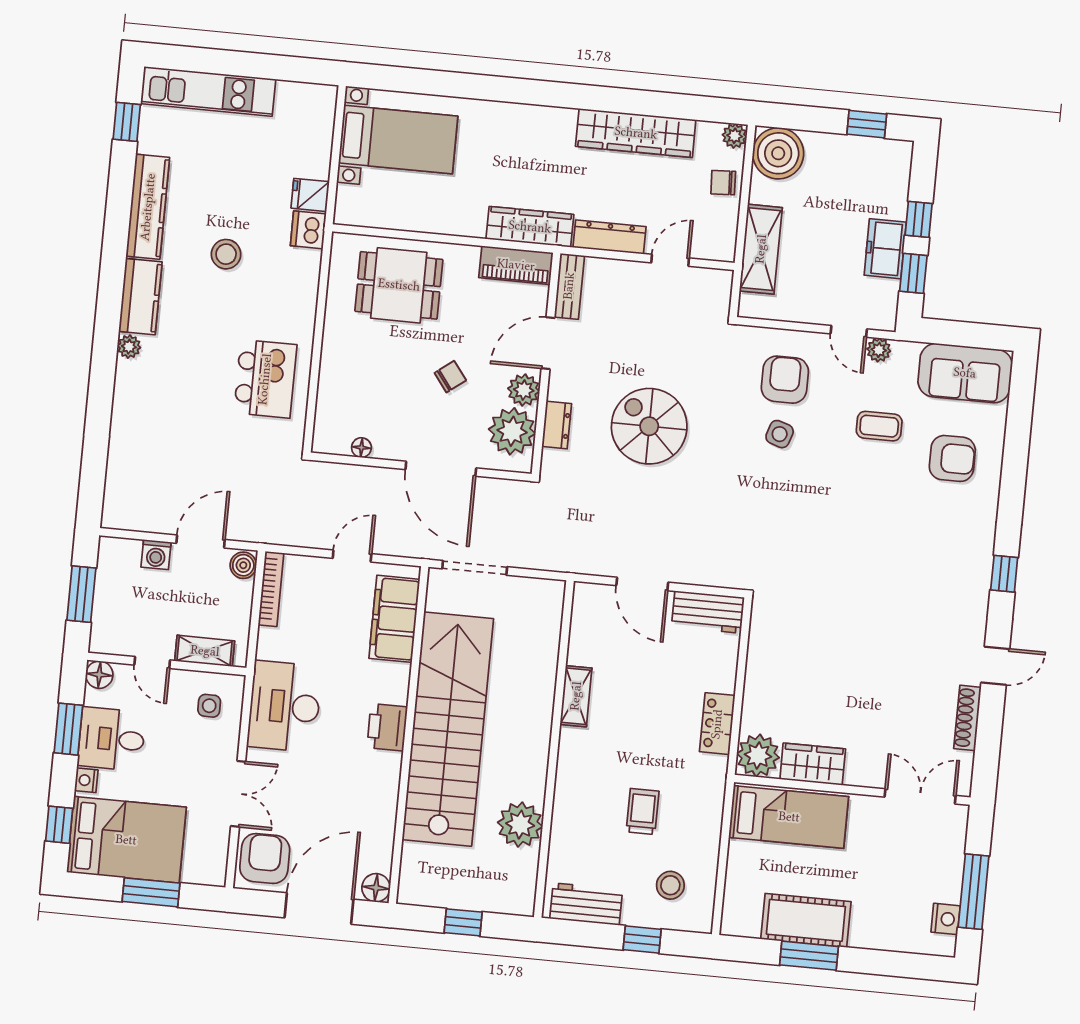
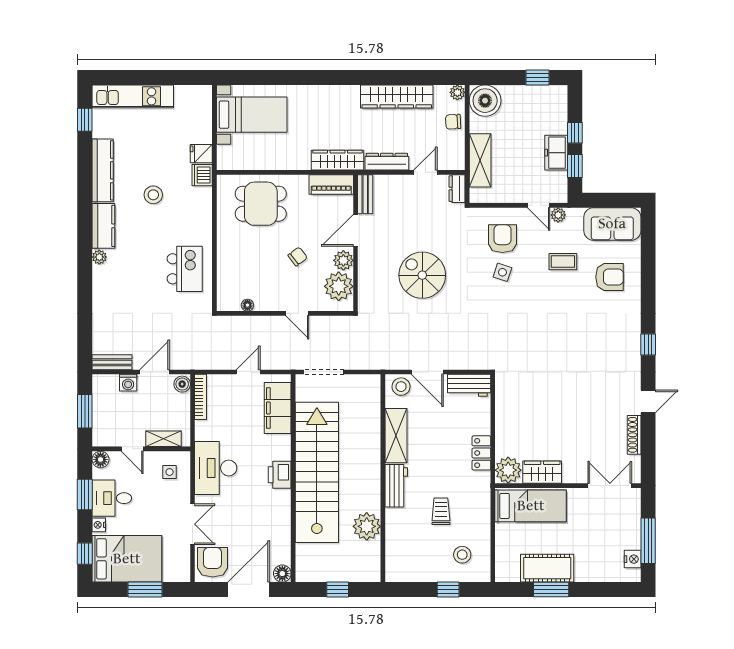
dresser: (557, 425) -> (457, 189), moved, turned 180
door: (441, 469) -> (297, 313), width x0.53
bench: (133, 519) -> (112, 362), added
stool: (597, 603) -> (401, 387), added
shelving: (576, 696) -> (396, 436), width x1.50, depth x1.33
workbench: (586, 904) -> (396, 486), moved, turned 90

